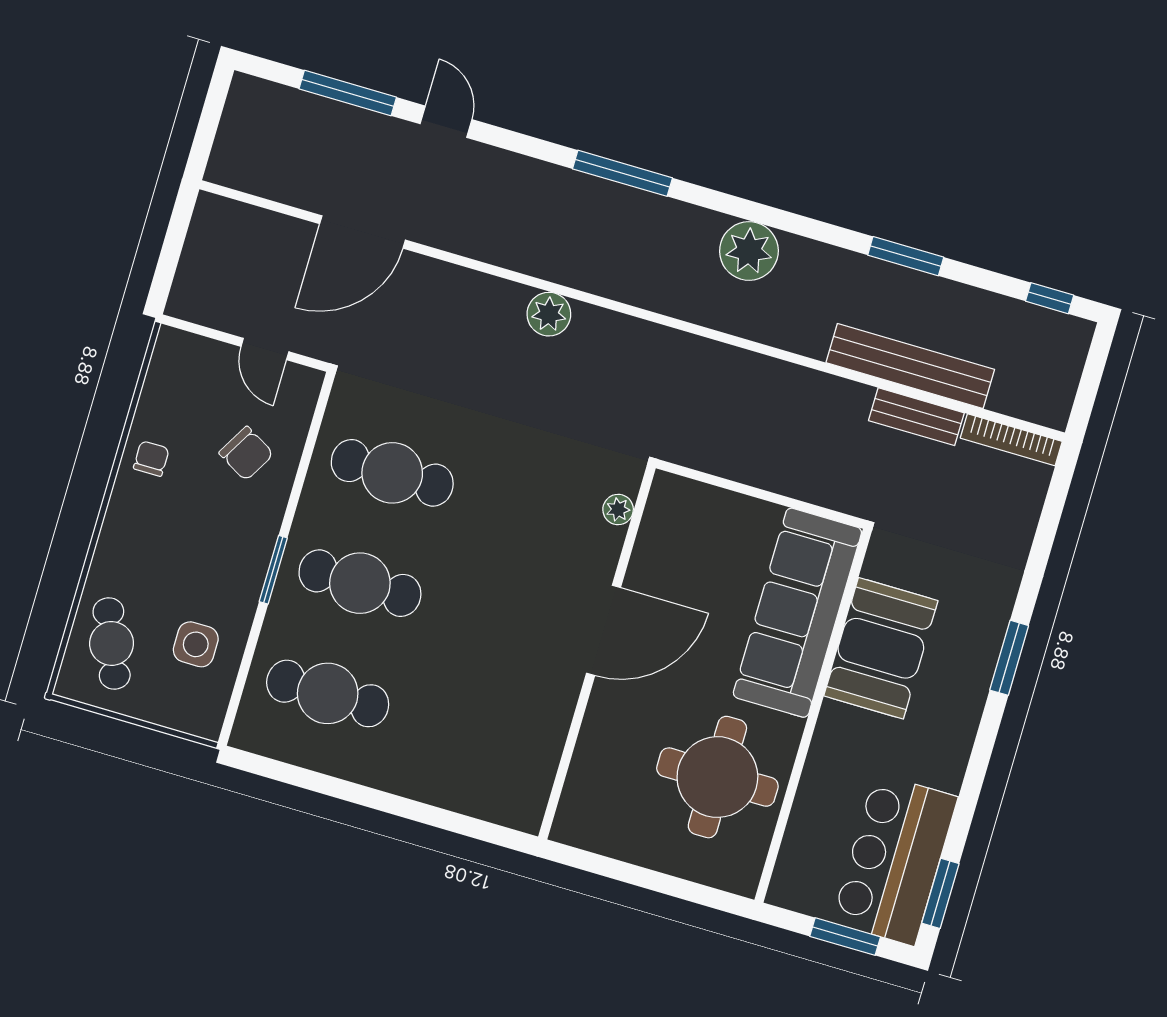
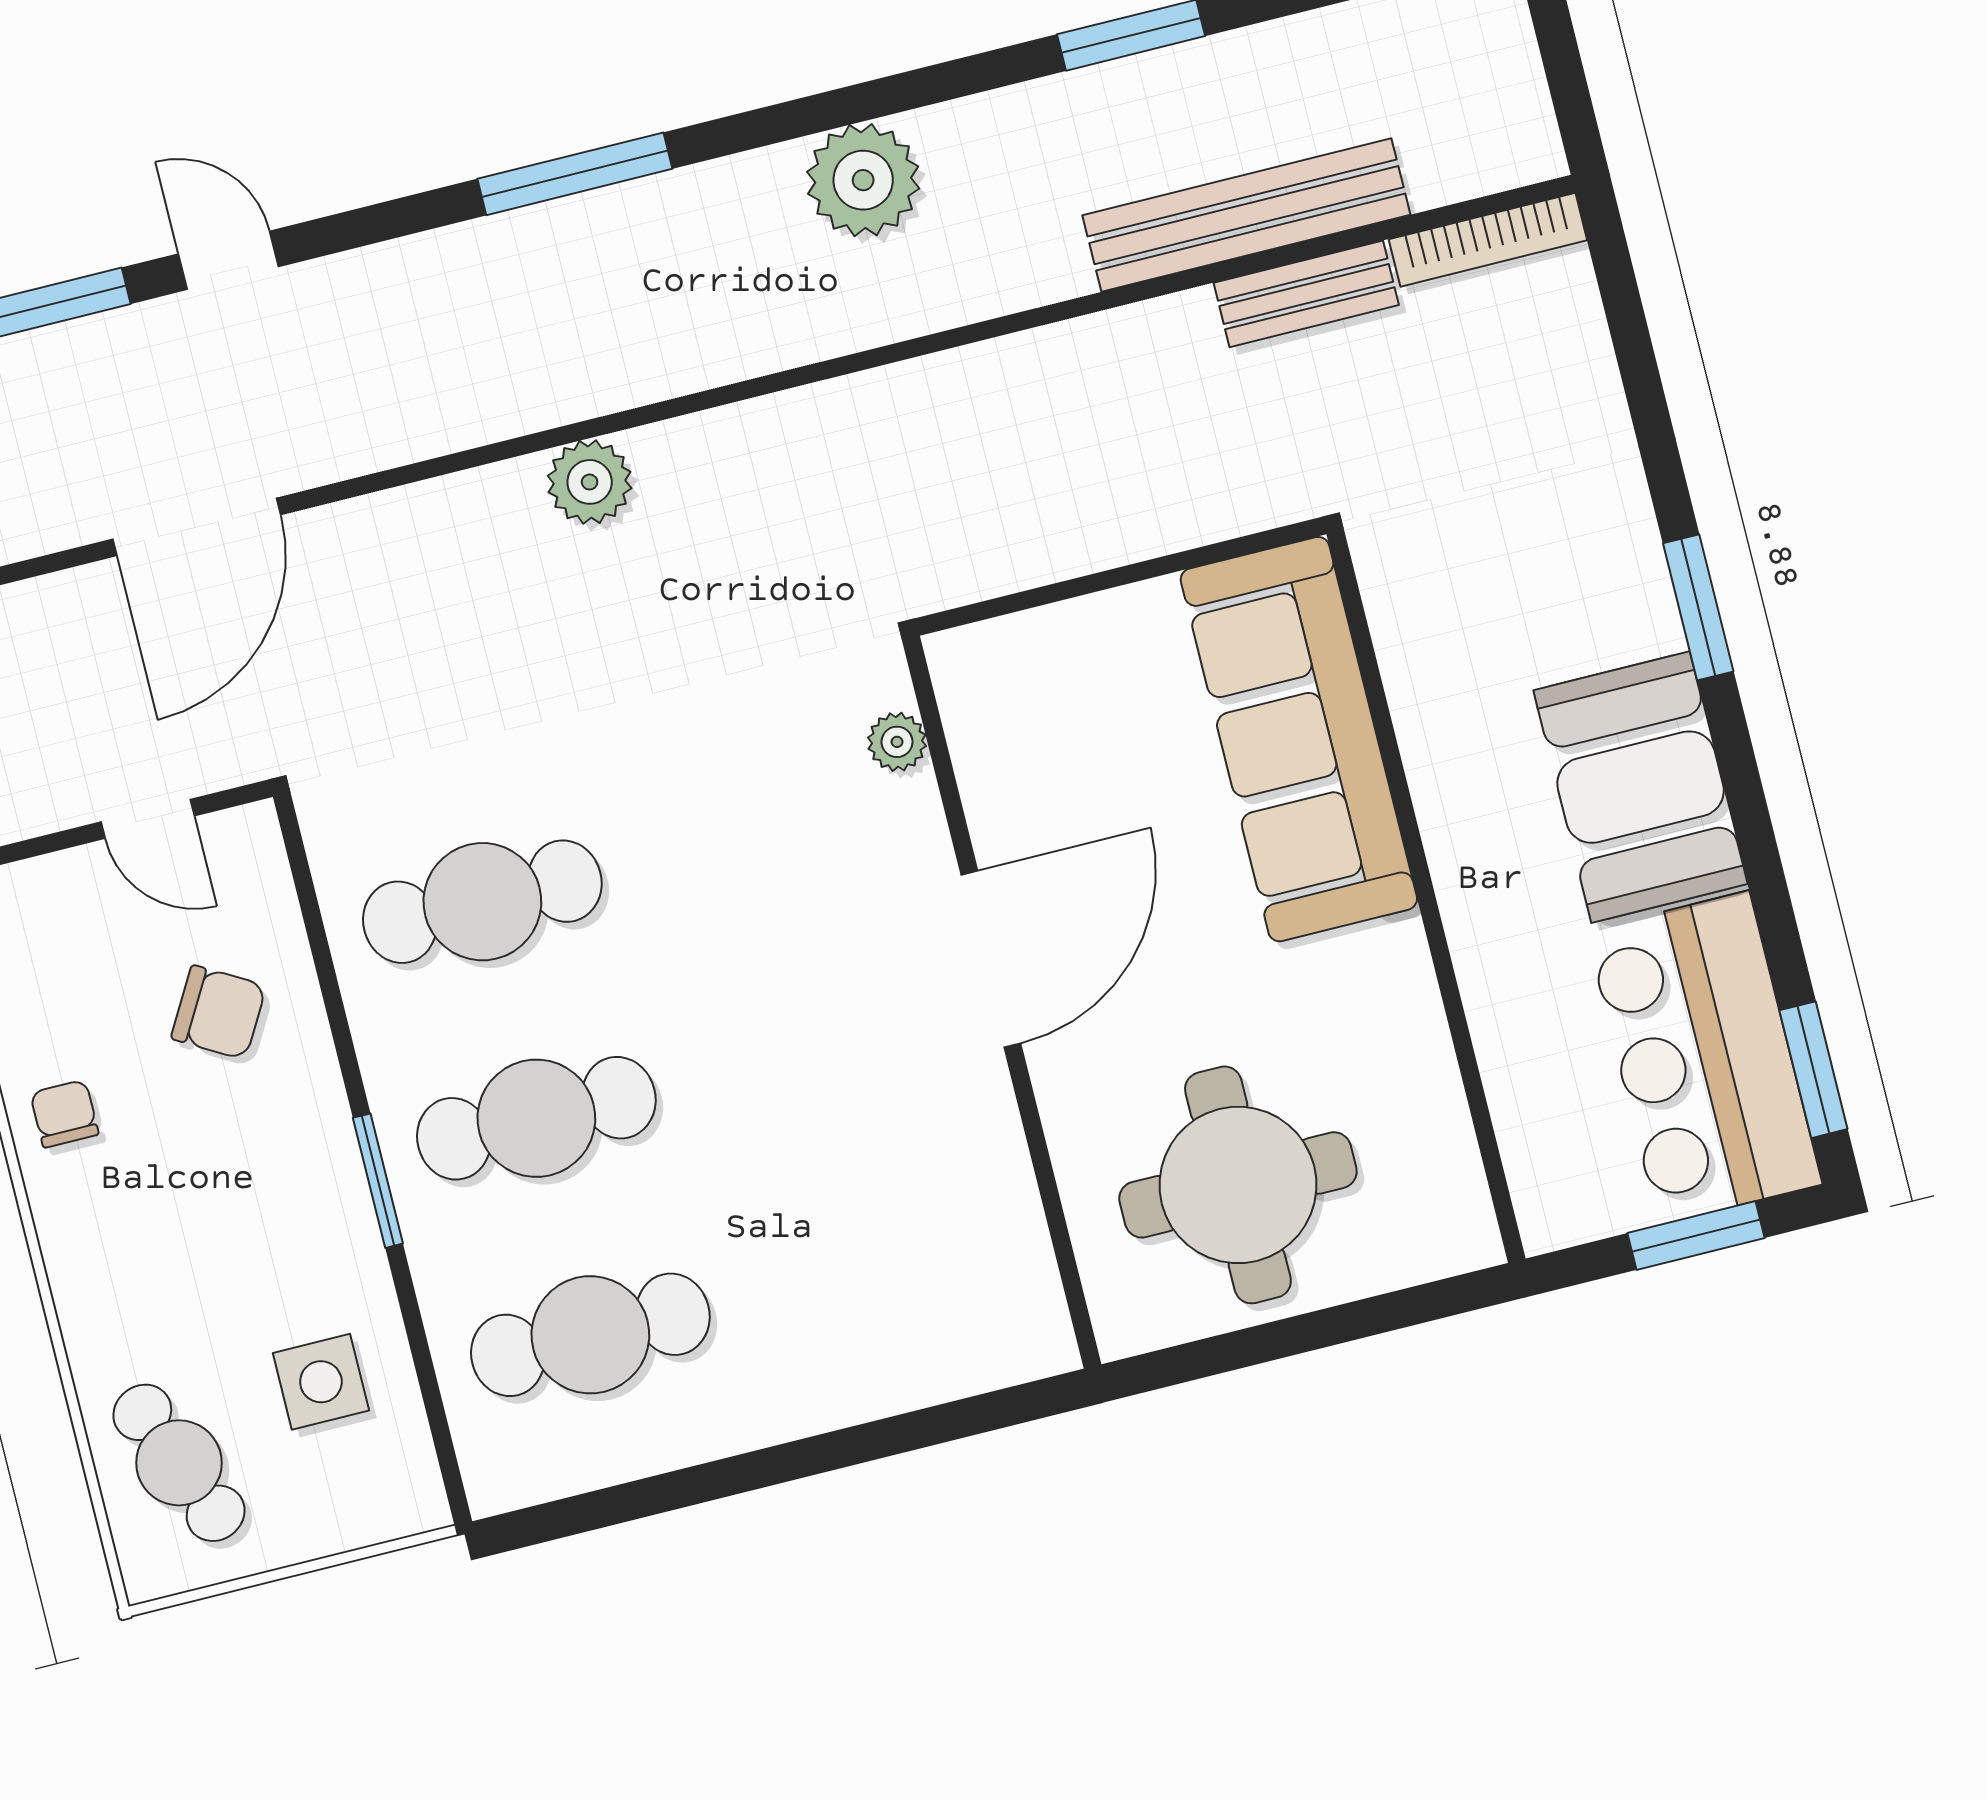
booth: (881, 648) -> (1641, 787), moved
round table: (717, 777) -> (1238, 1185), moved

